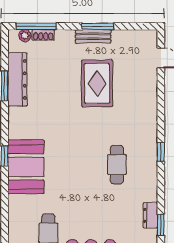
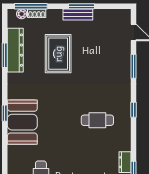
rug: (97, 83) -> (58, 54), moved
window: (161, 99) -> (134, 66), added
cafe table: (117, 165) -> (97, 120), turned 90

